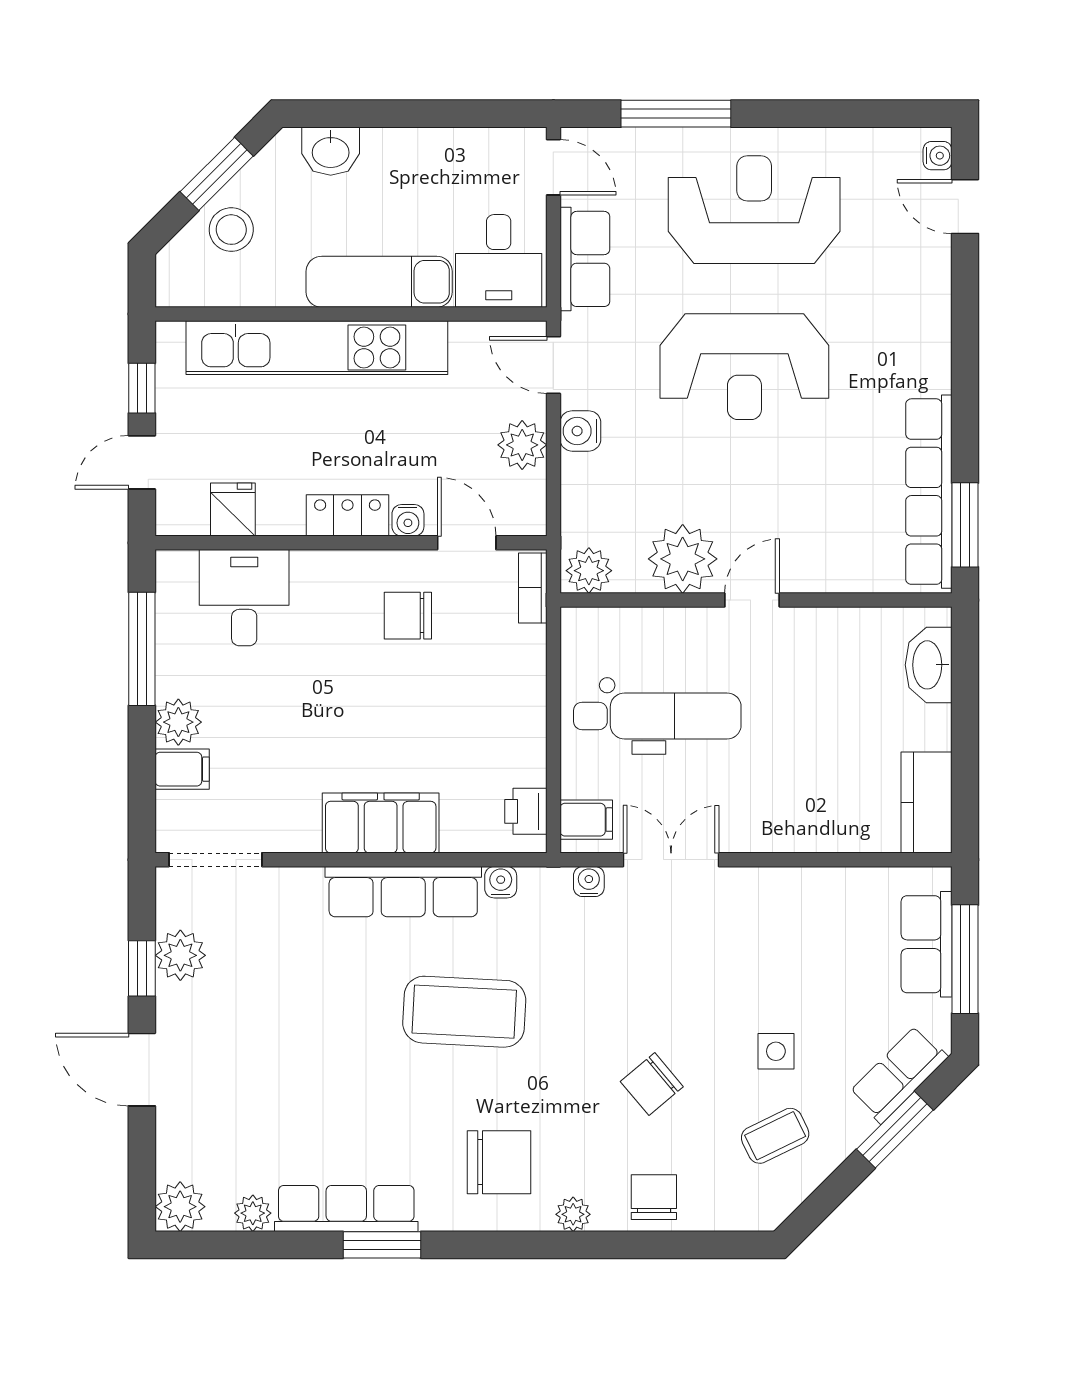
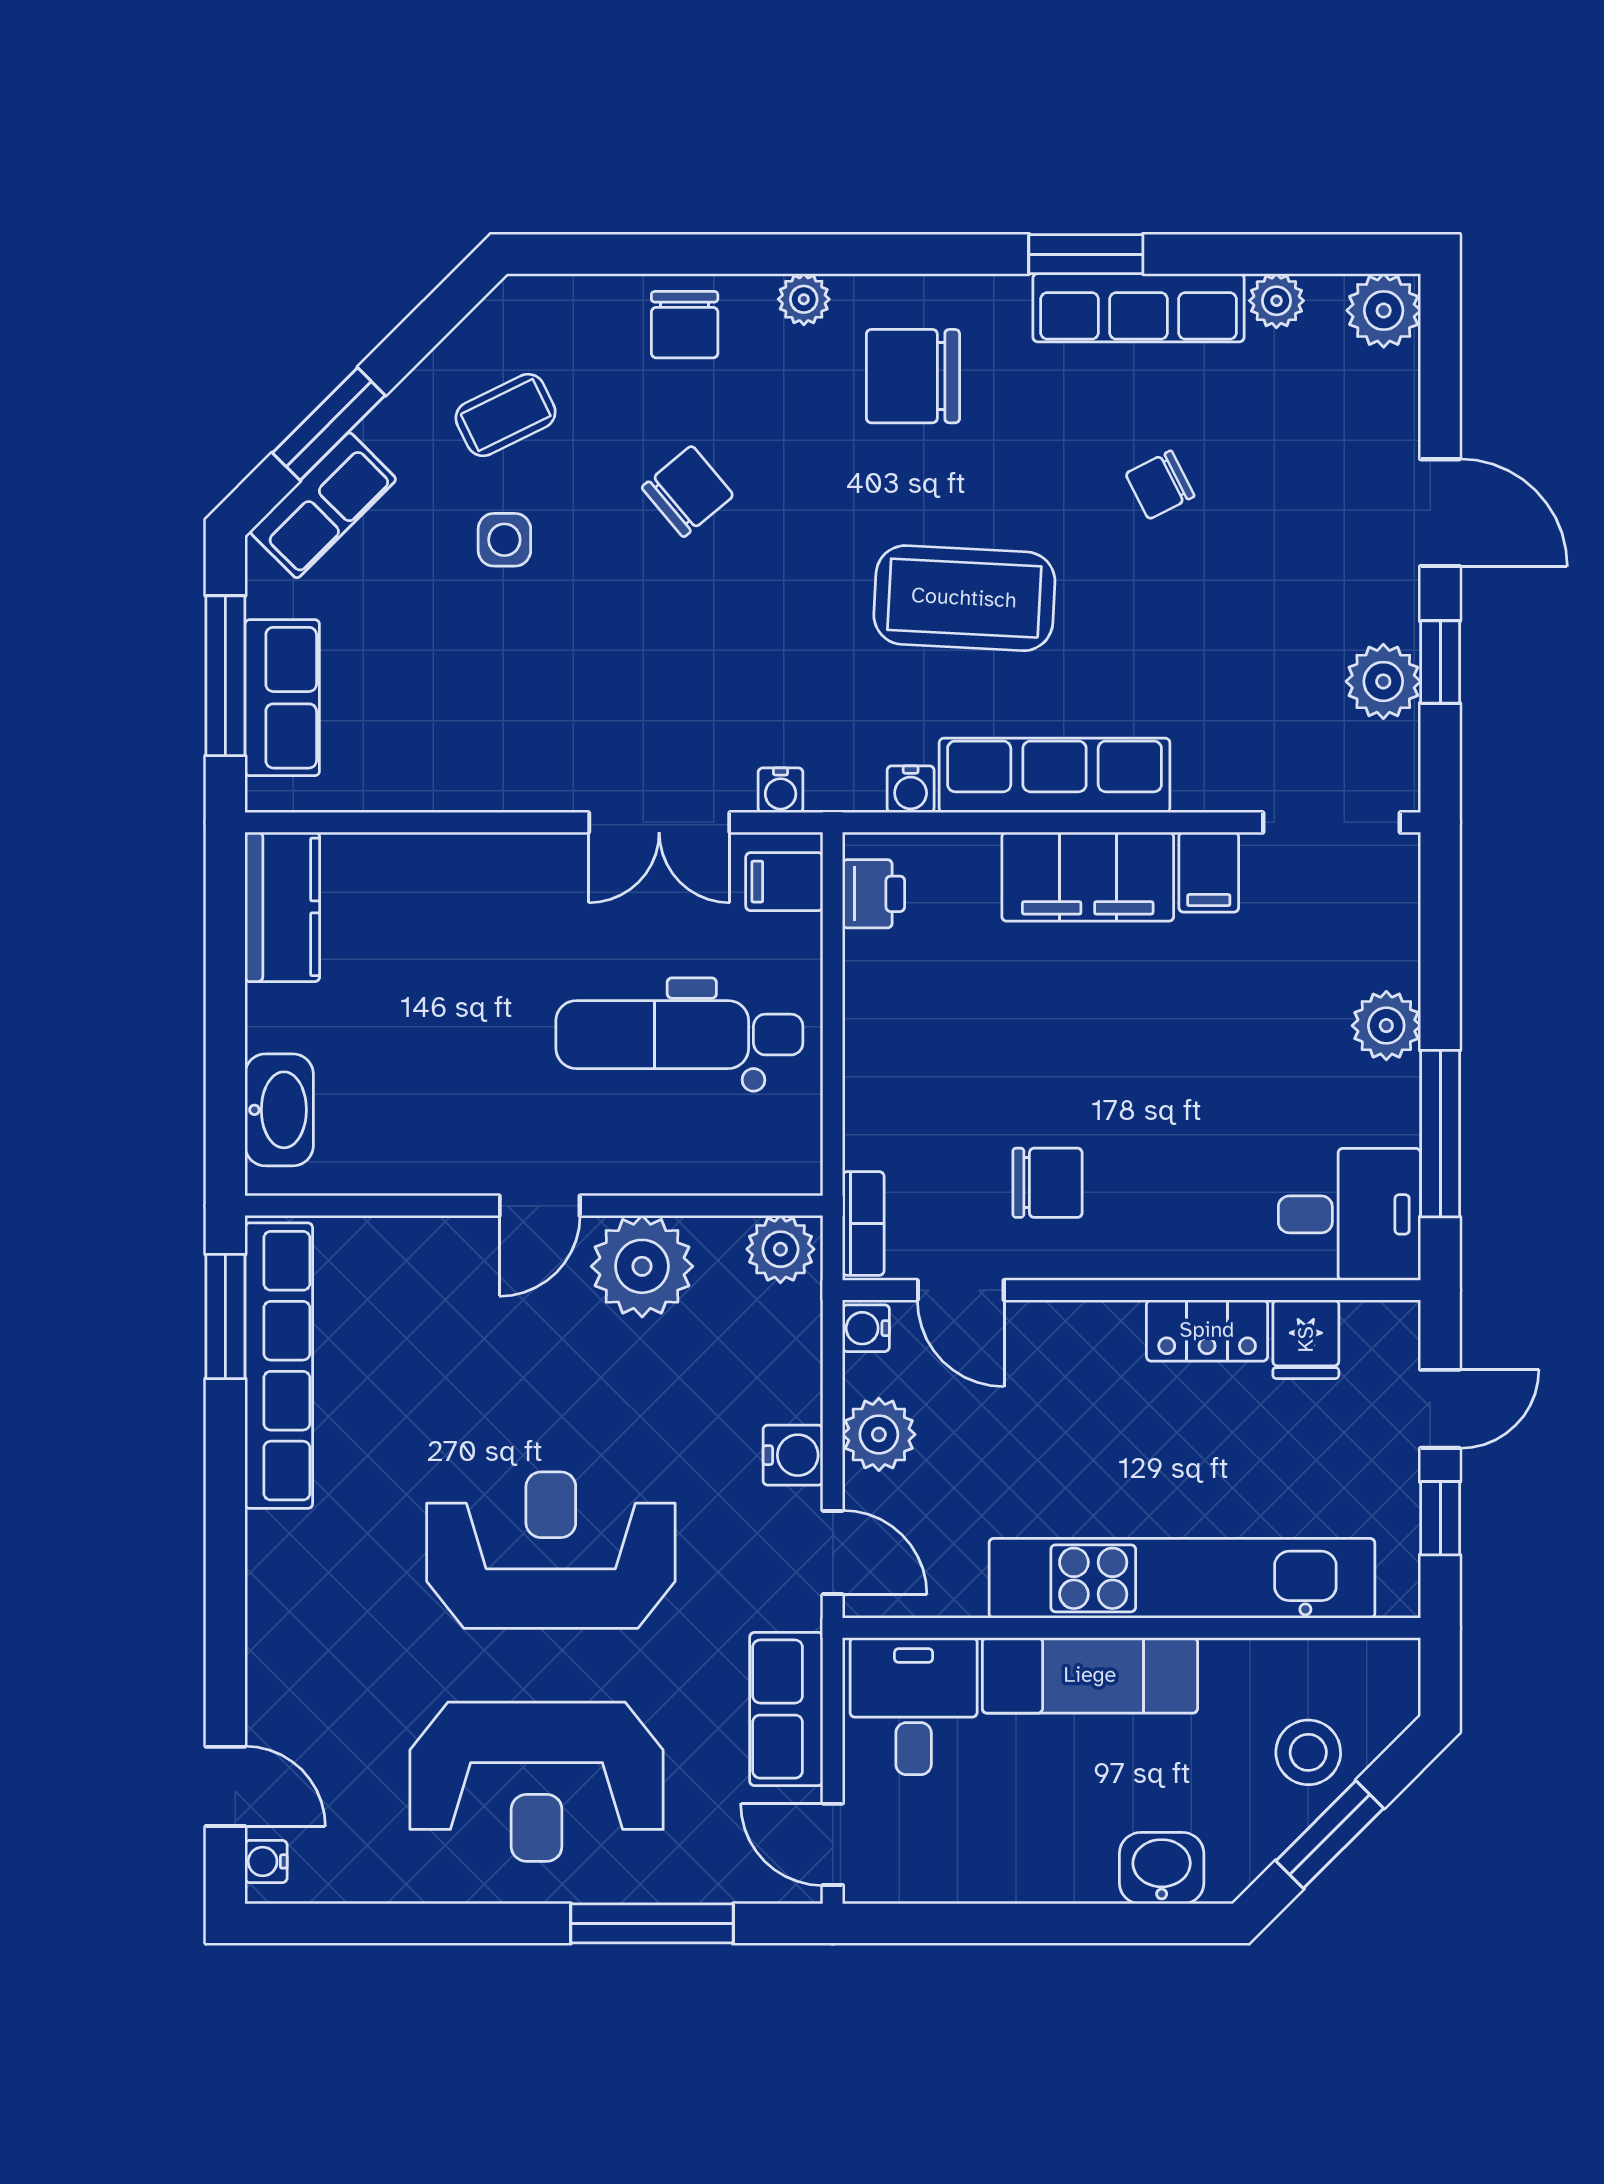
locker: (347, 515) -> (1207, 1330), moved
water cooler: (408, 520) -> (866, 1328), moved, turned -90
desk: (244, 598) -> (1349, 1214), moved, turned -90
filing cabinet: (182, 769) -> (1209, 872), moved, turned -90
chair: (332, 1088) -> (1160, 485), added

